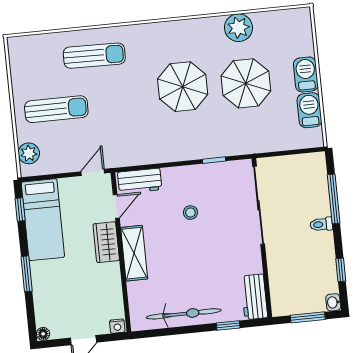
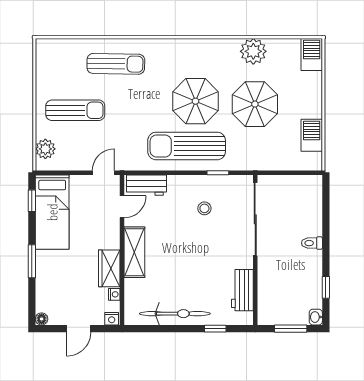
barbecue: (306, 74) -> (312, 54), moved
sun lounger: (178, 135) -> (187, 146), added
window: (334, 199) -> (326, 220), removed
stool: (190, 213) -> (204, 208), moved
wardrobe: (106, 242) -> (109, 268), moved
workbench: (254, 297) -> (242, 290), moved
nightstand: (117, 300) -> (114, 294), added

